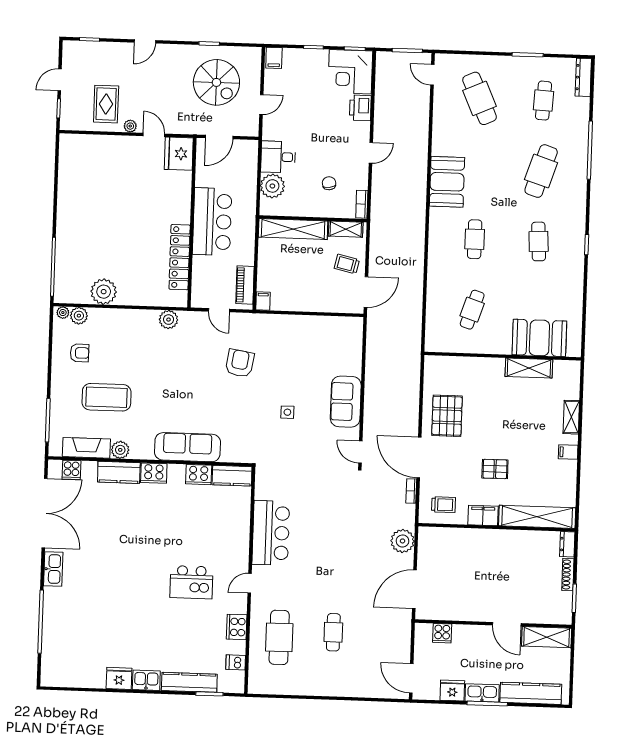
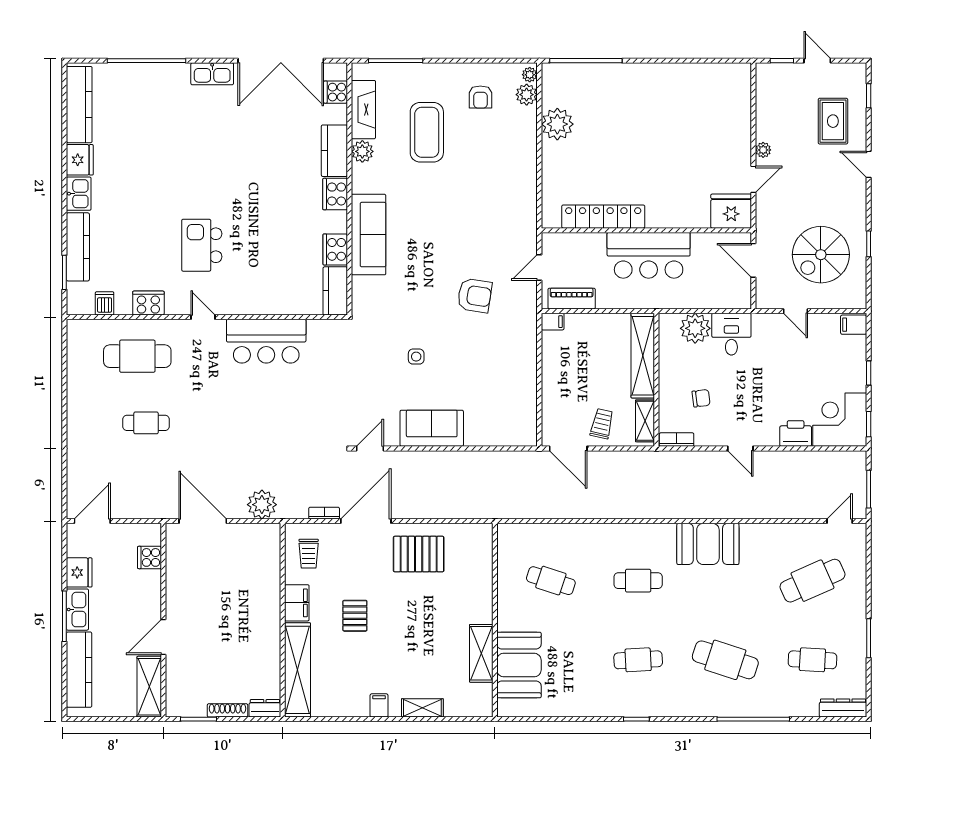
rug: (106, 104) -> (833, 121), moved, turned 90
plant: (169, 320) -> (526, 206), removed
kitchen counter: (74, 677) -> (79, 105), added

